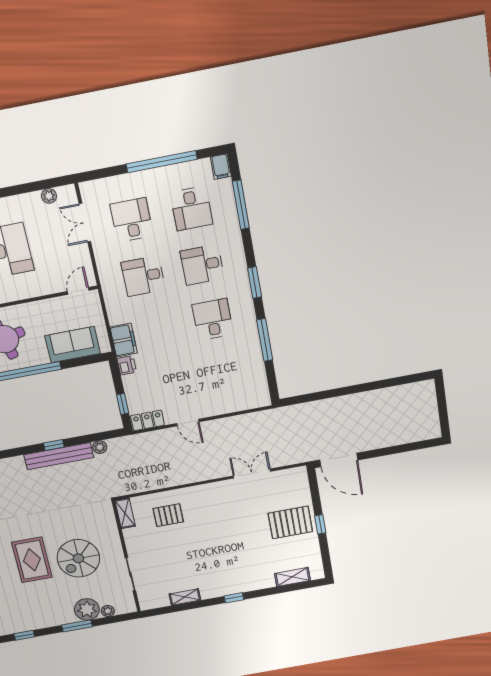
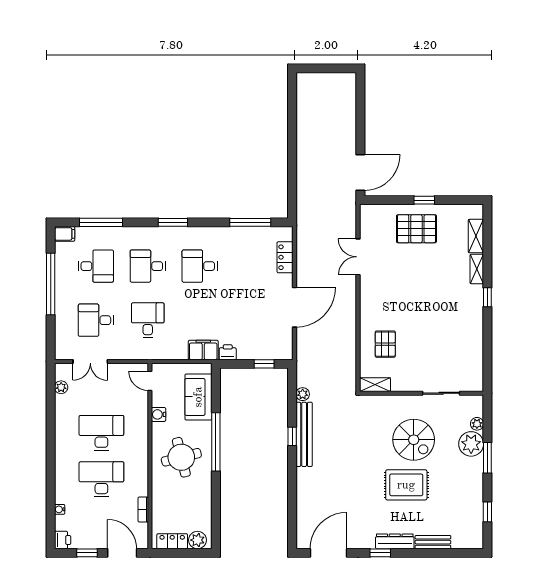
desk: (202, 265) -> (148, 266), turned 90
desk: (143, 276) -> (148, 320), turned 180
water cooler: (44, 307) -> (159, 414), added
window: (265, 340) -> (250, 222), moved
locker: (148, 420) -> (285, 257), moved
door: (188, 423) -> (294, 307), width x1.87
pallet: (290, 522) -> (416, 229), turned 90
shelving: (185, 597) -> (477, 269), moved

